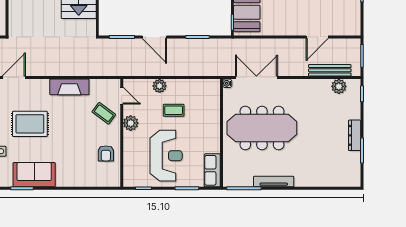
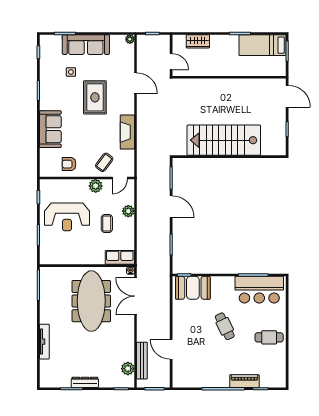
door: (154, 37) -> (171, 207), swing flipped
double door: (256, 78) -> (136, 296), swing flipped
row of seats: (212, 170) -> (120, 257), moved
sofa: (34, 175) -> (50, 129), moved
tv unit: (274, 181) -> (44, 342), moved

